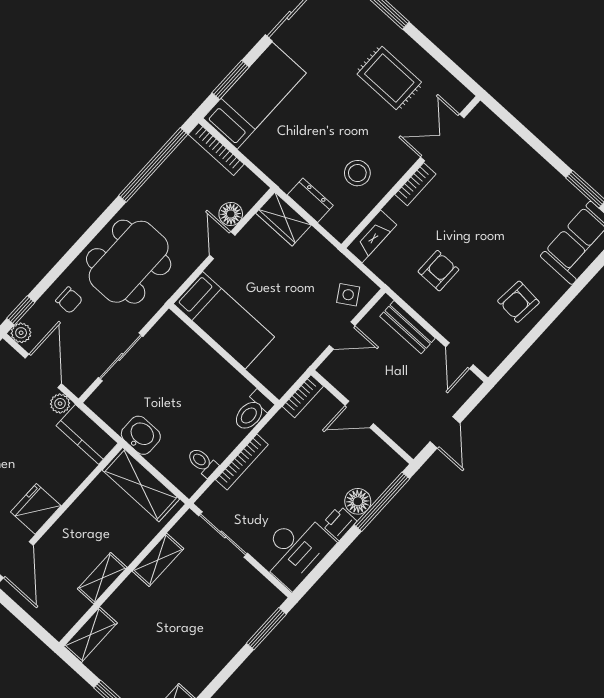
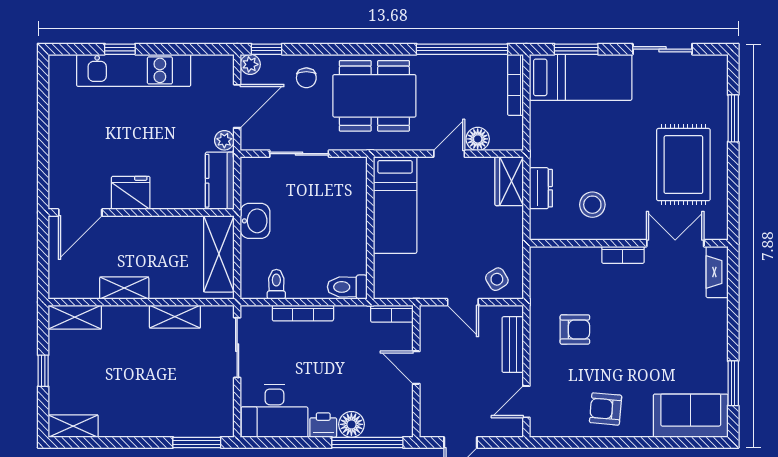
rug: (389, 78) -> (683, 165), width x1.36, depth x1.43
fireplace: (371, 236) -> (717, 272), moved, turned 90

